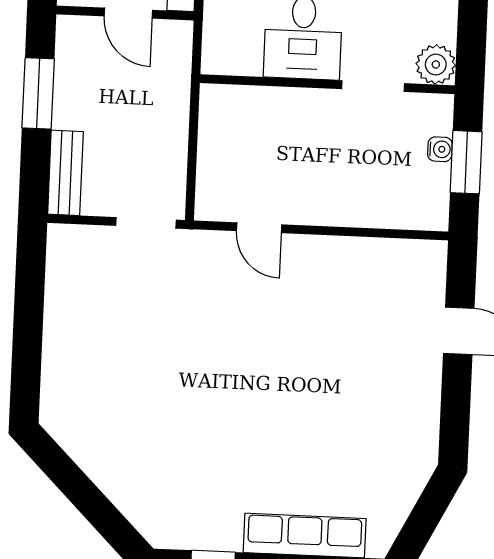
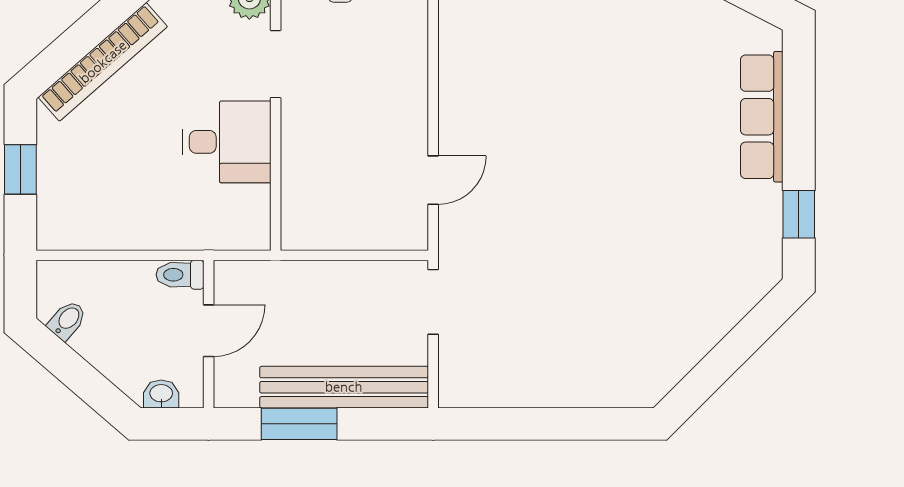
bench: (65, 173) -> (344, 387), width x1.86, depth x1.21

